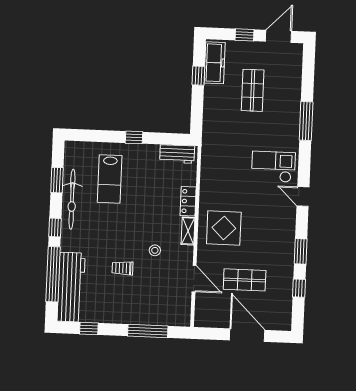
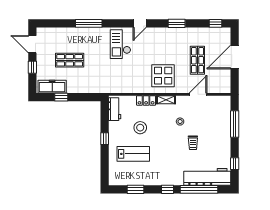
stool: (148, 191) -> (140, 128), added
bicycle: (72, 199) -> (148, 179), removed
window: (299, 288) -> (215, 23), moved

